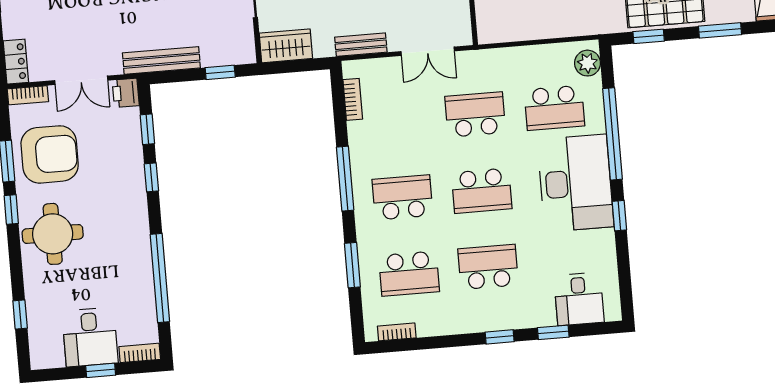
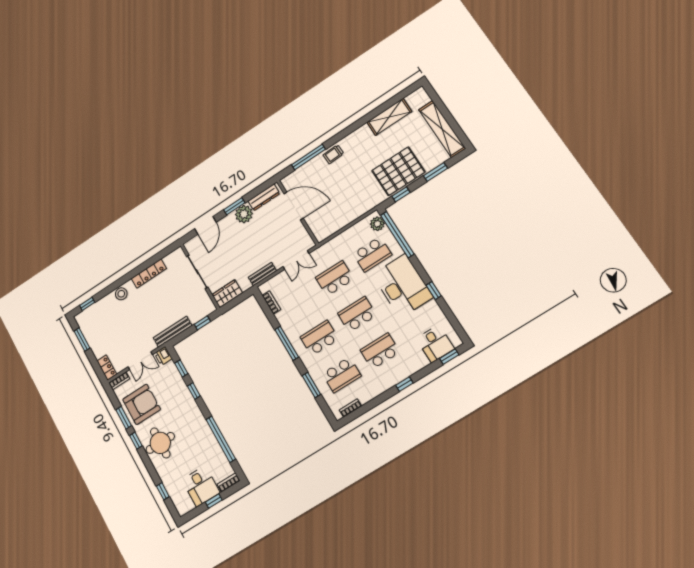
window: (612, 134) -> (397, 235), moved
school desk: (482, 191) -> (357, 314), turned 180
window: (553, 332) -> (449, 357), moved

